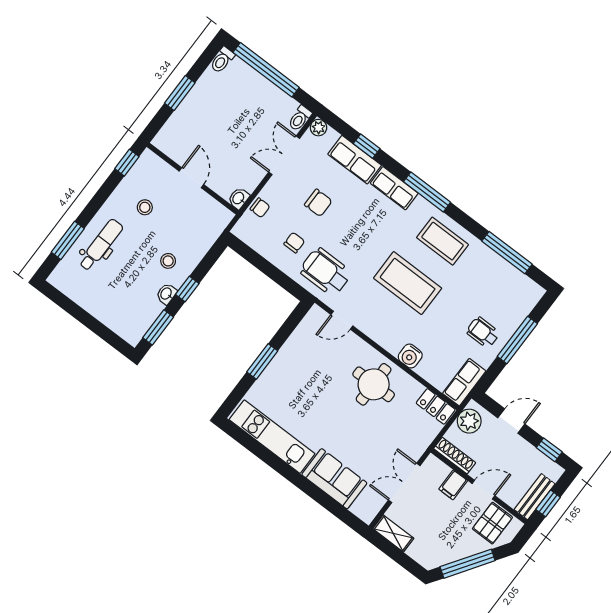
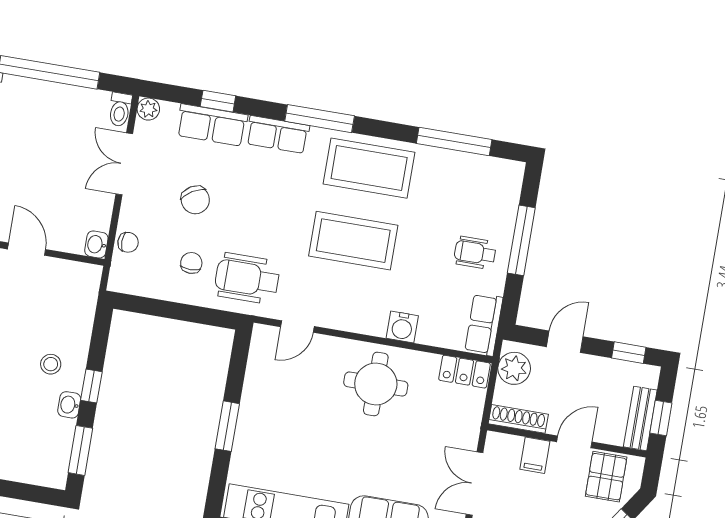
chair: (318, 203) -> (195, 200), turned 59
coffee table: (443, 241) -> (369, 168), width x1.36, depth x1.32

